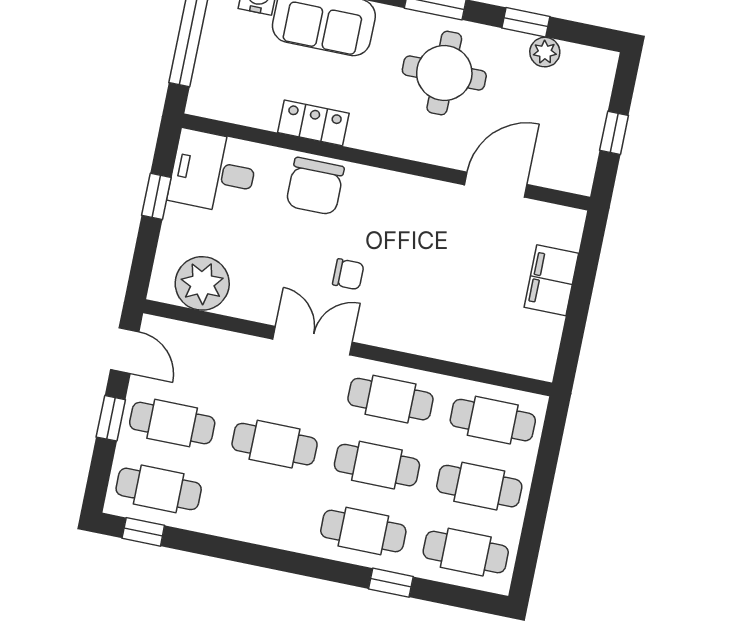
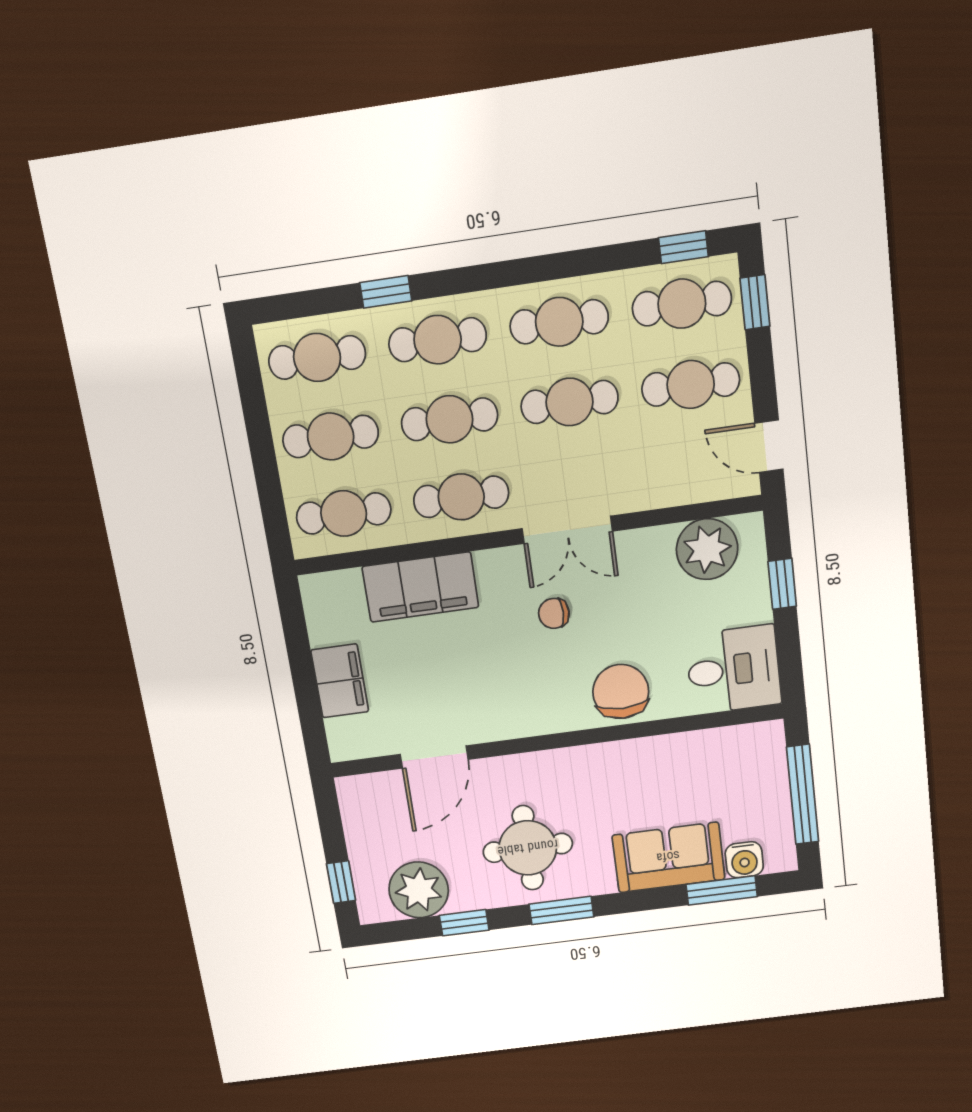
plant: (545, 52) -> (419, 890), width x1.88, depth x1.88
locker: (313, 123) -> (645, 754), removed
window: (614, 133) -> (341, 882), moved
window: (156, 196) -> (782, 584), moved
filing cabinet: (452, 336) -> (420, 587), added
window: (111, 418) -> (755, 302), moved
cafe table: (261, 510) -> (559, 322), added

